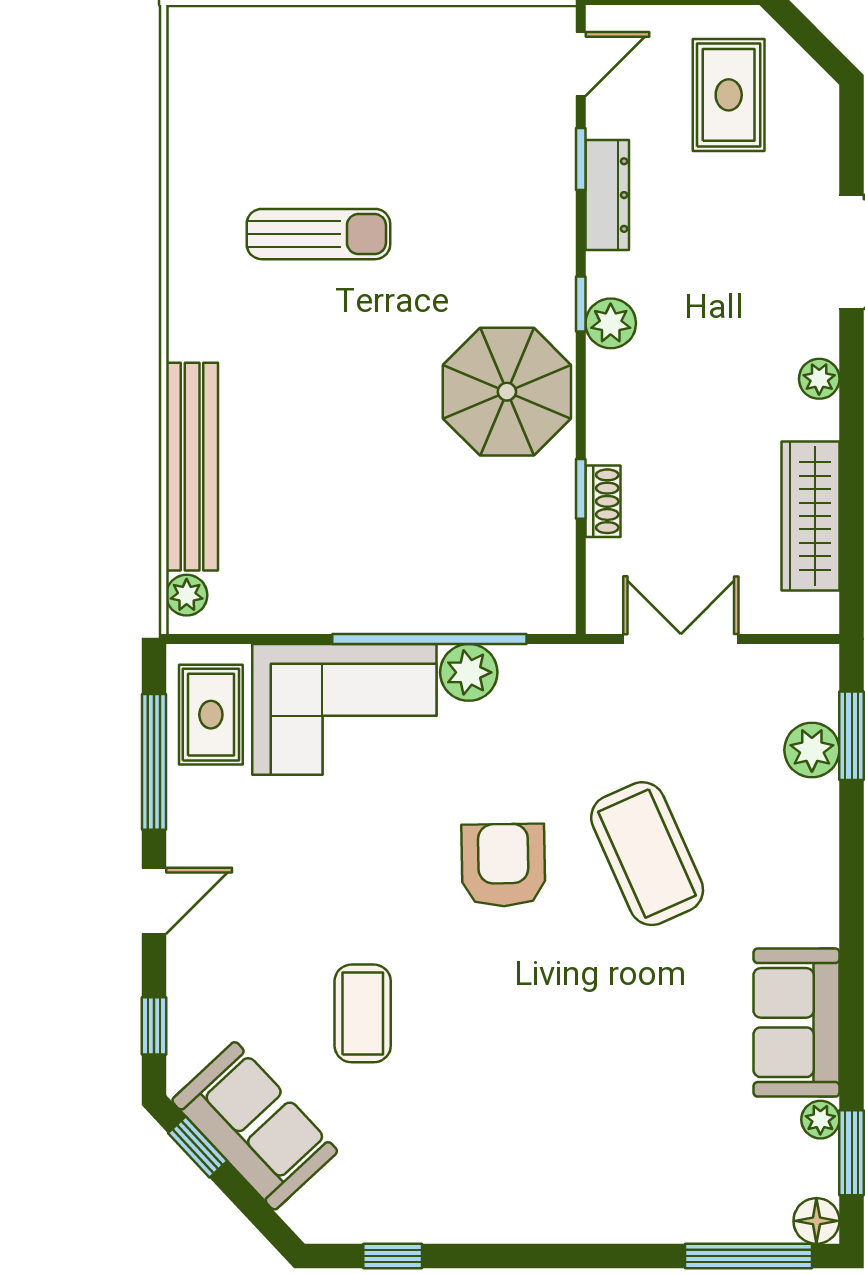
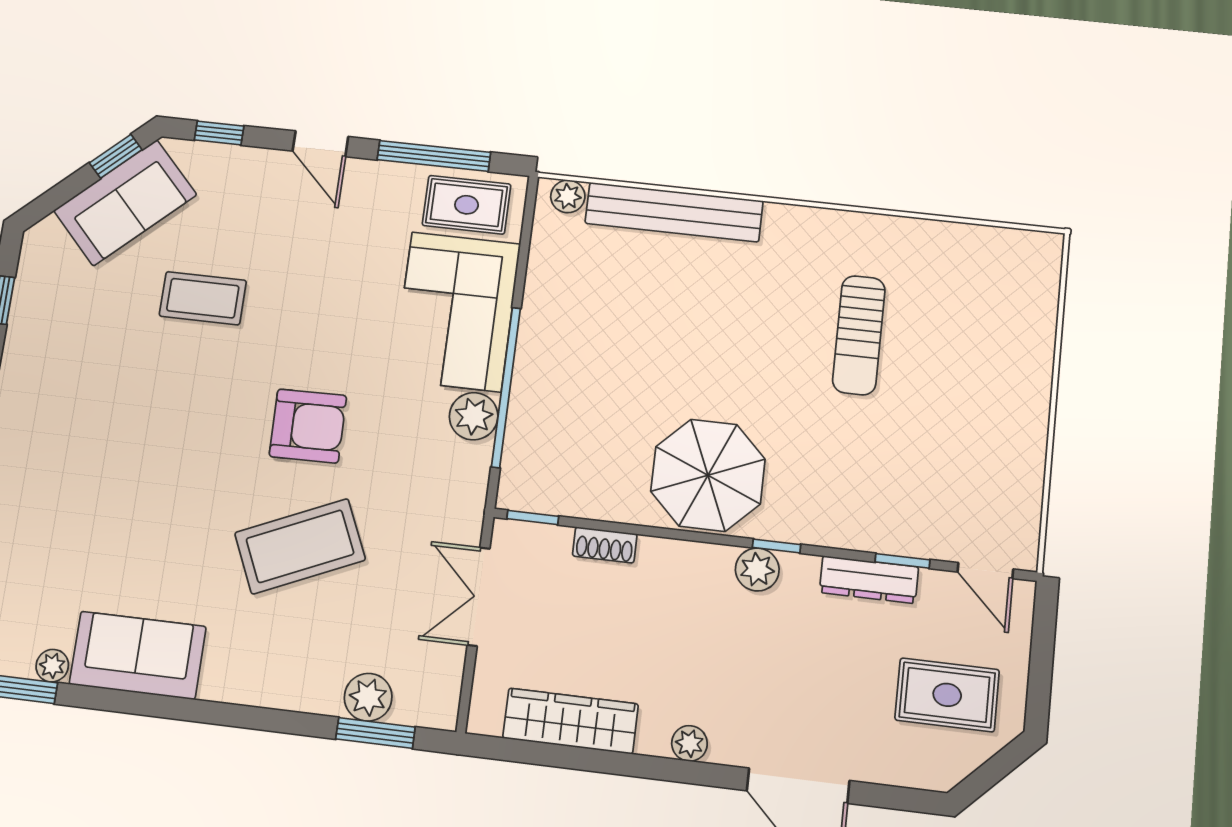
window: (581, 489) -> (533, 517), moved
double door: (681, 639) -> (479, 597), swing flipped

